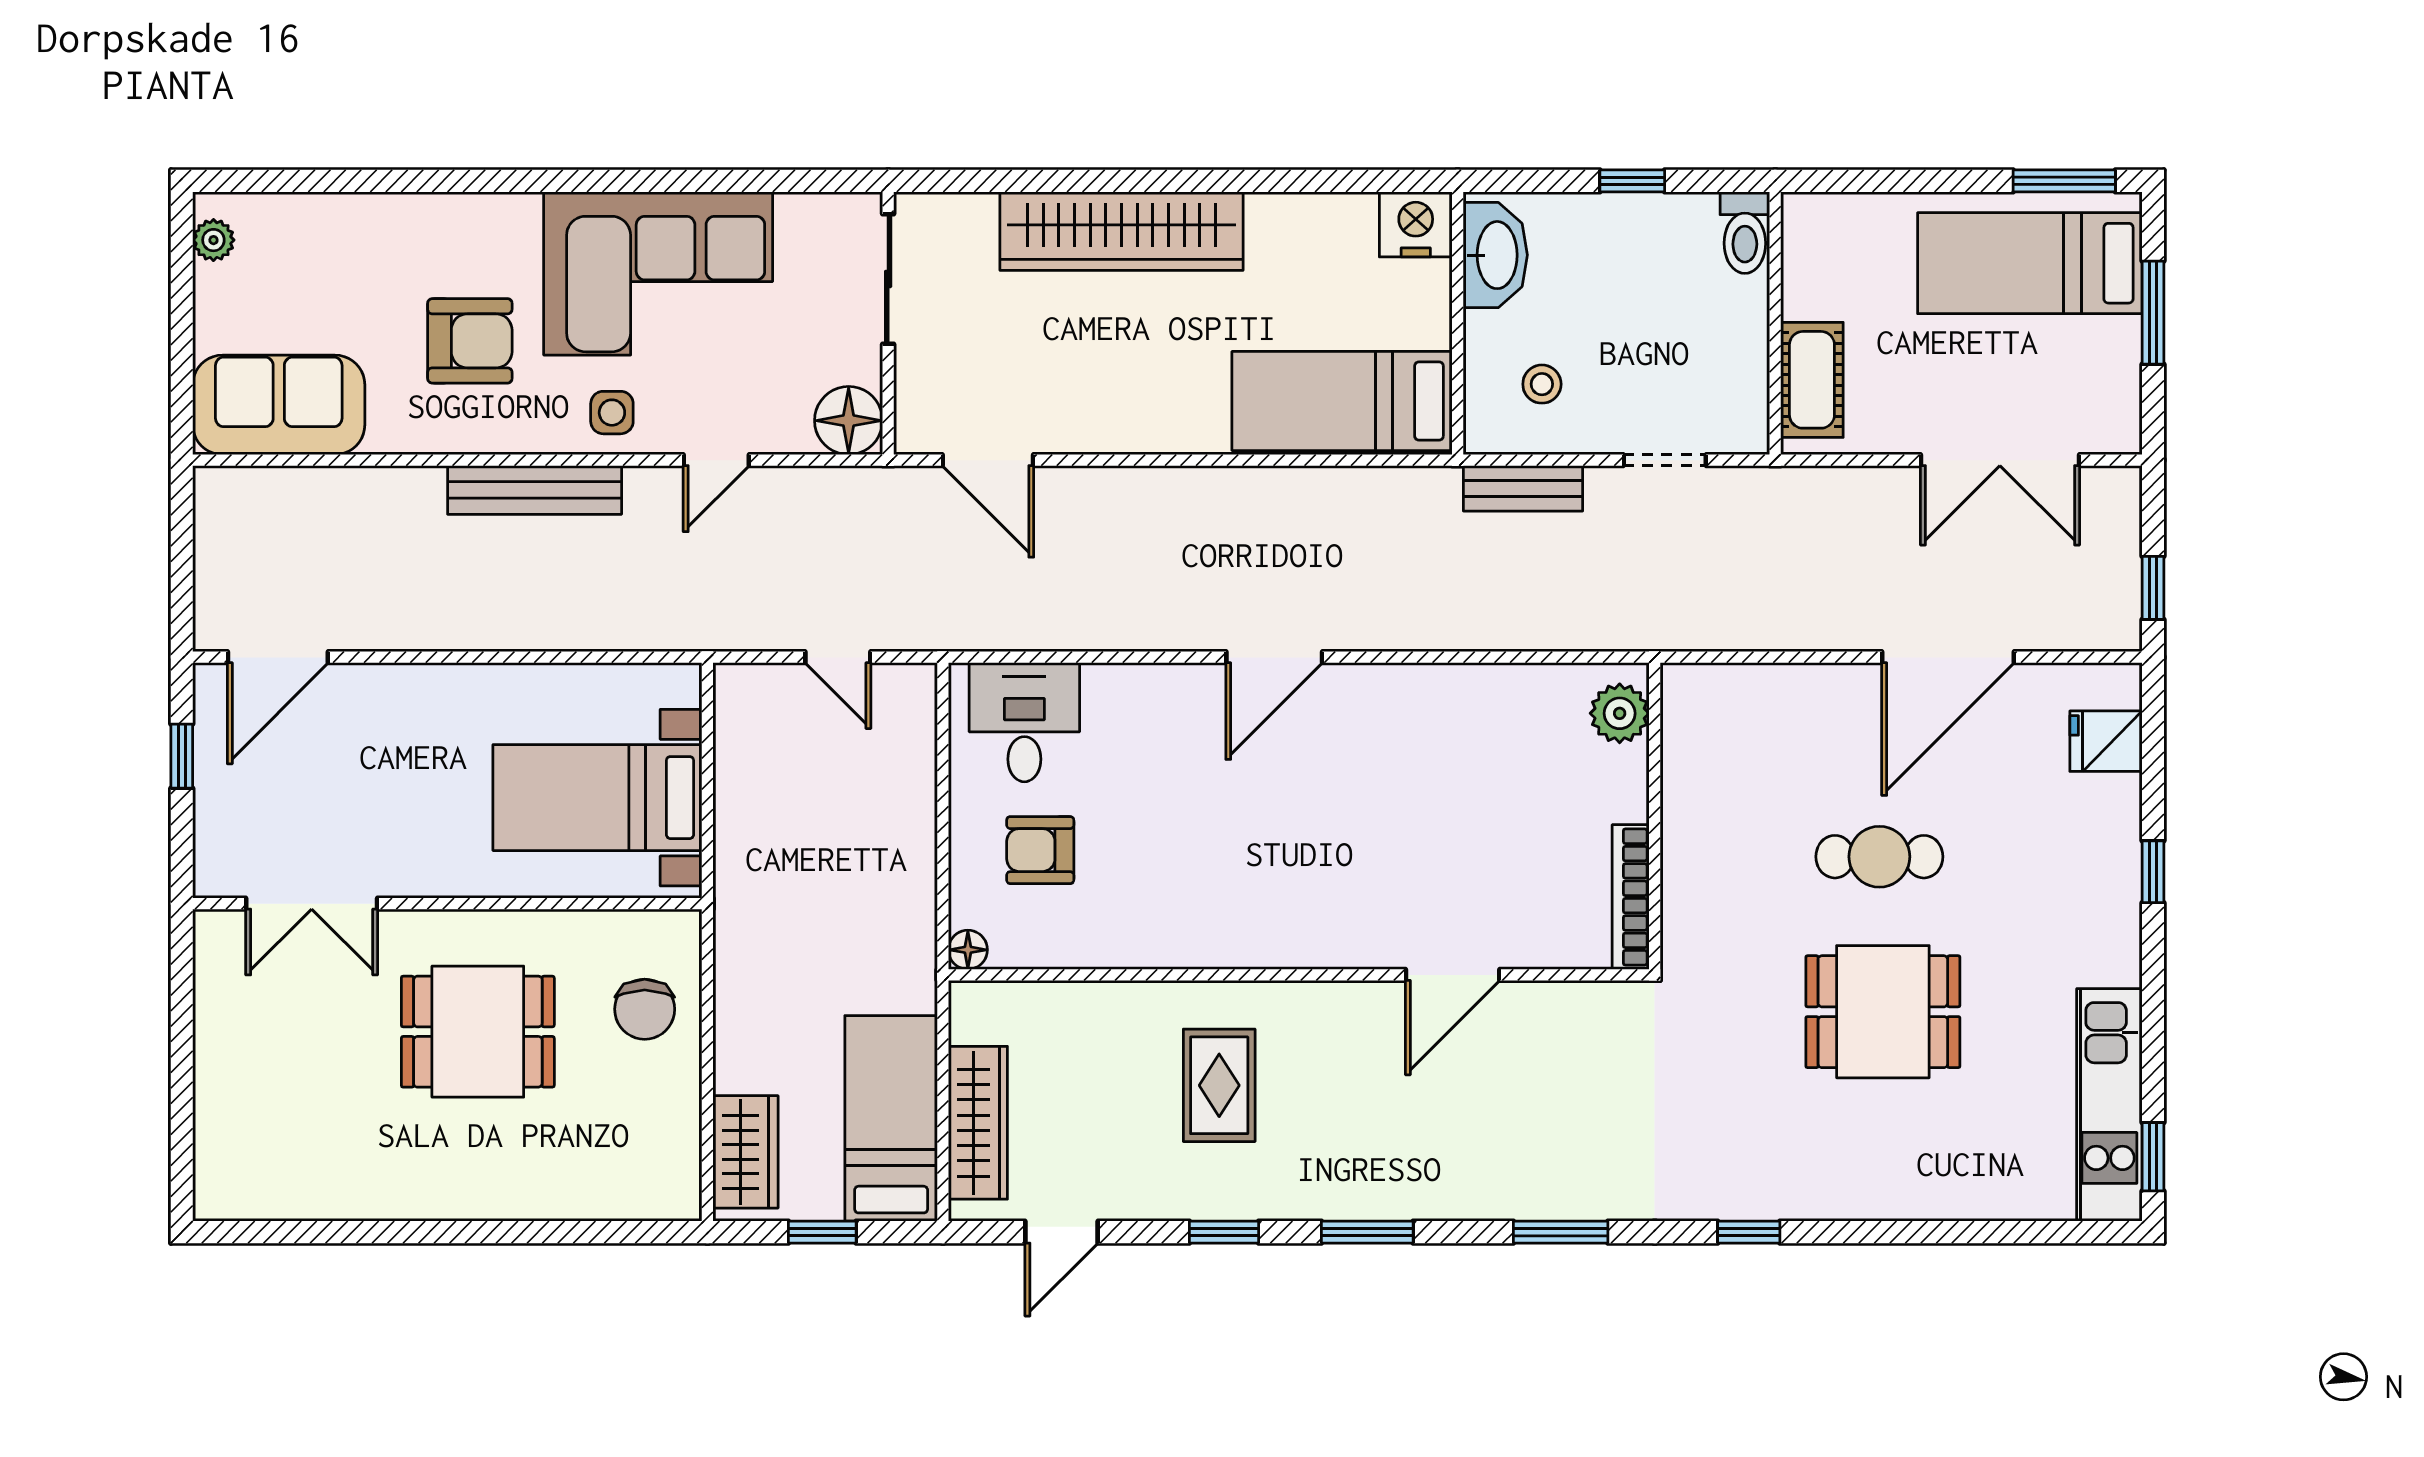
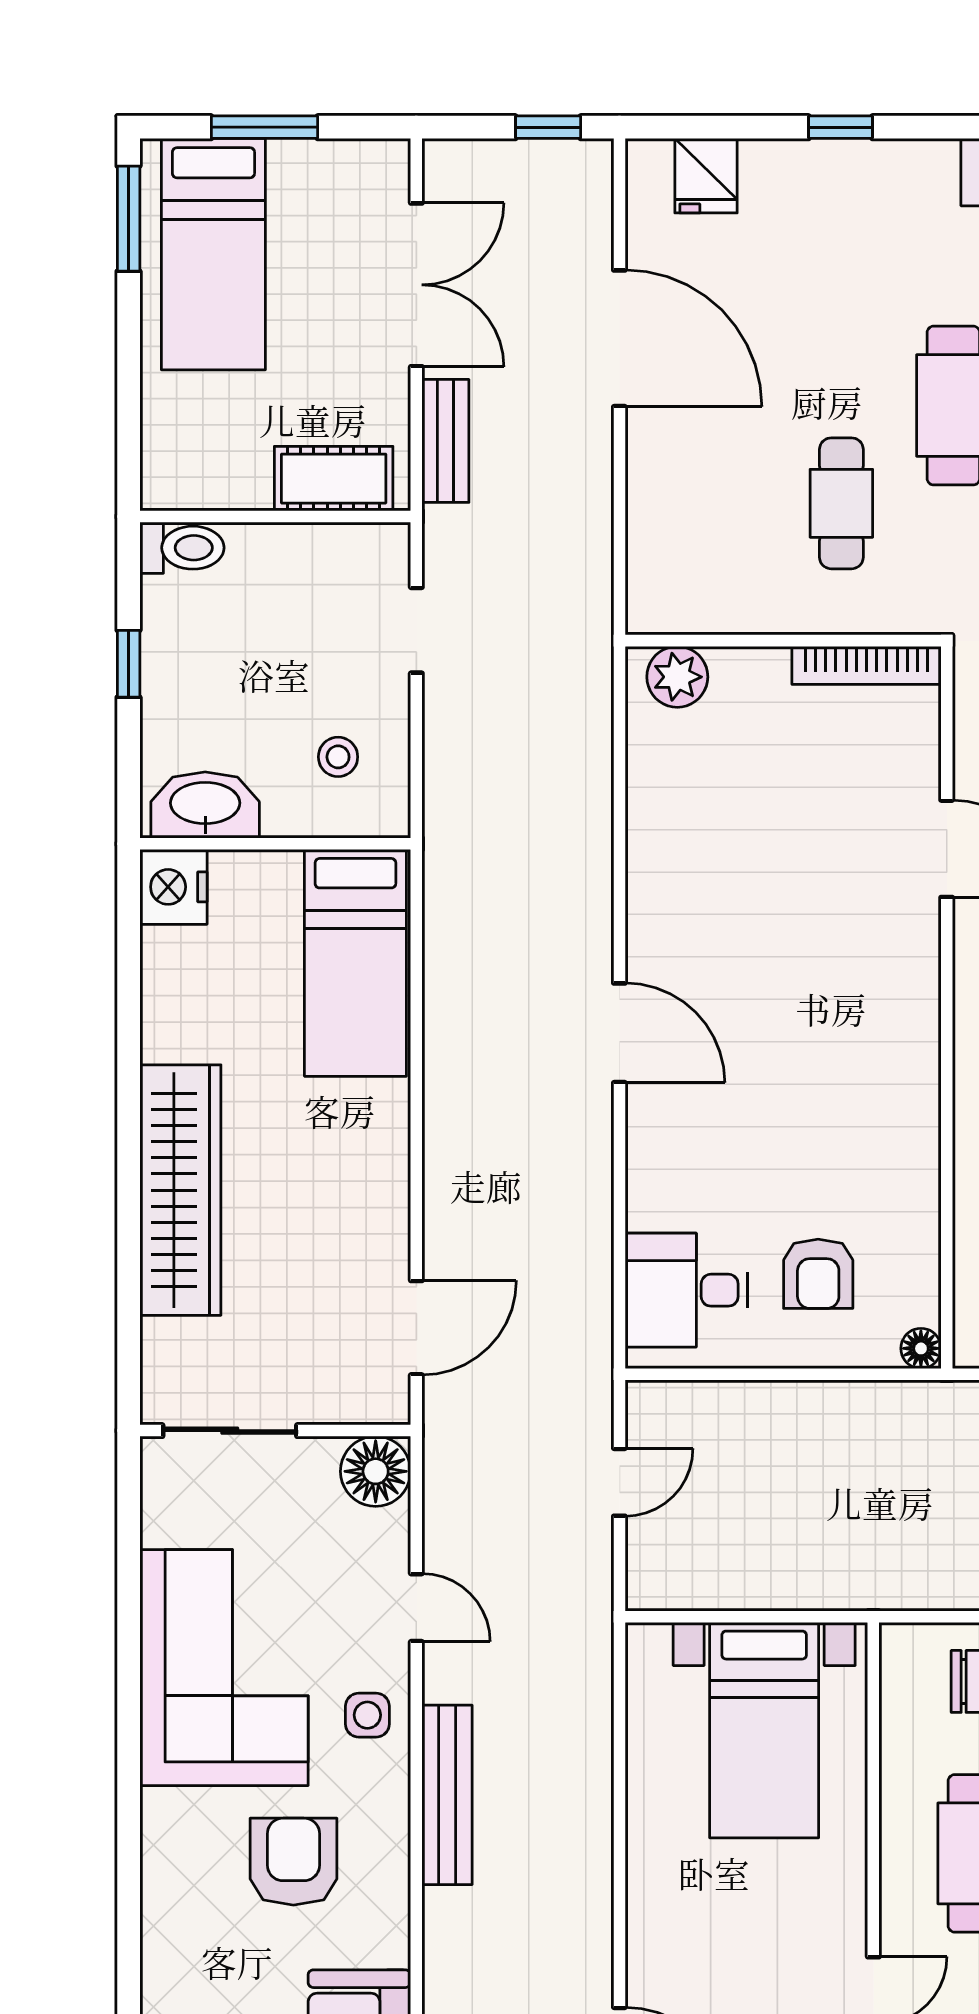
bench: (1523, 488) -> (445, 441), moved
cafe table: (1879, 857) -> (841, 503), moved

